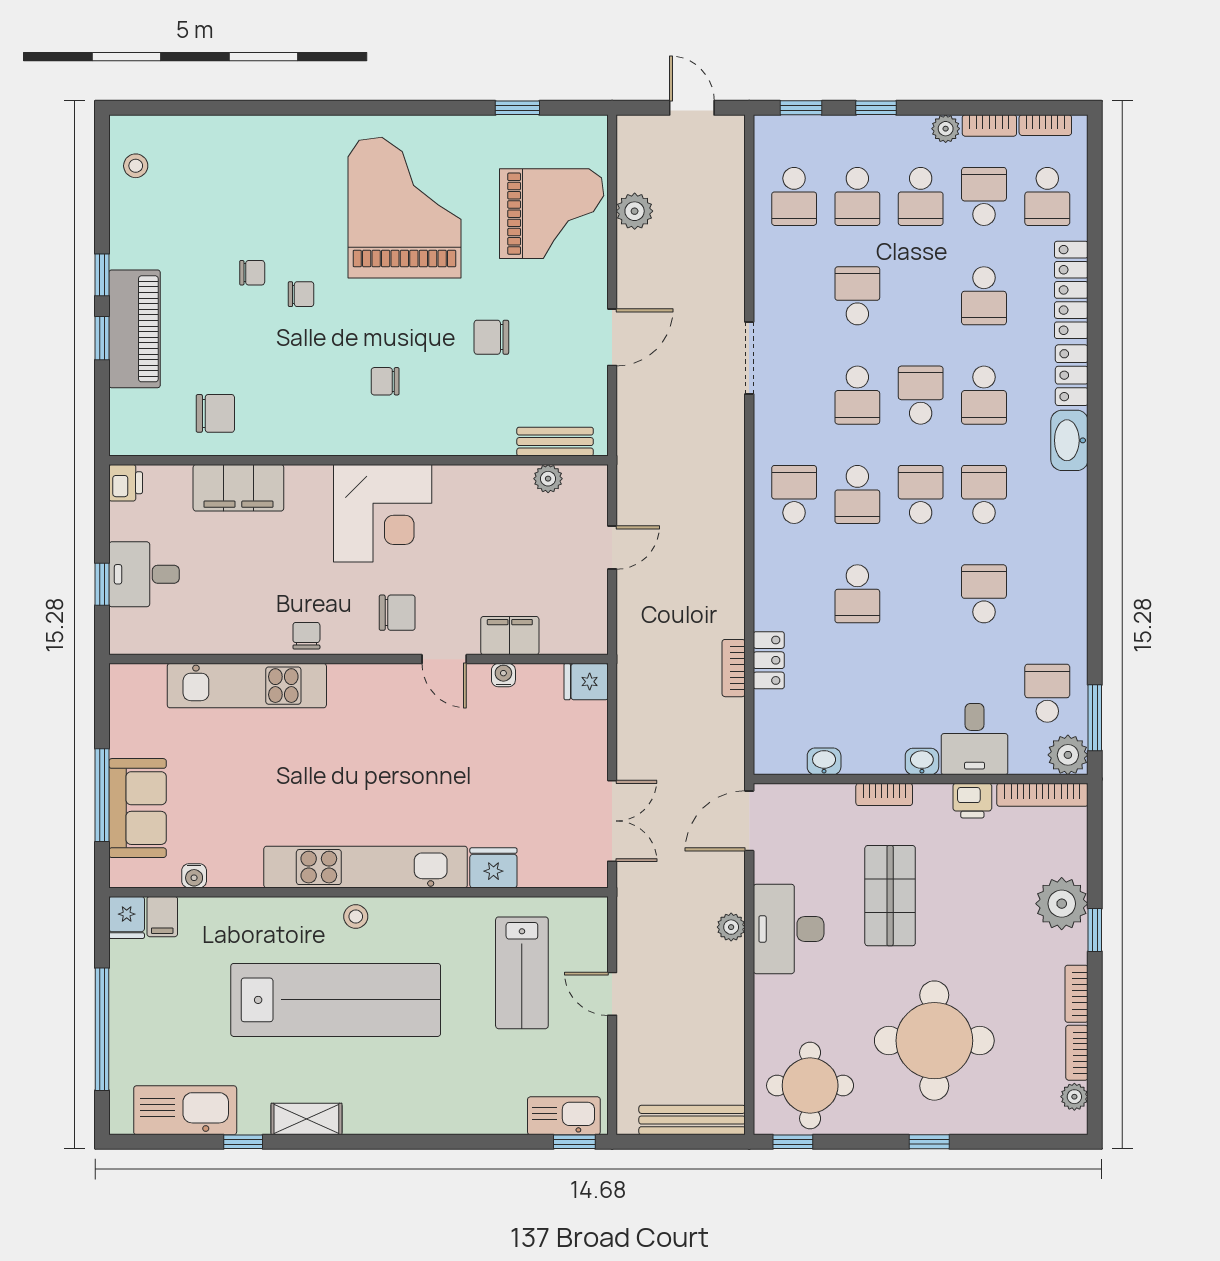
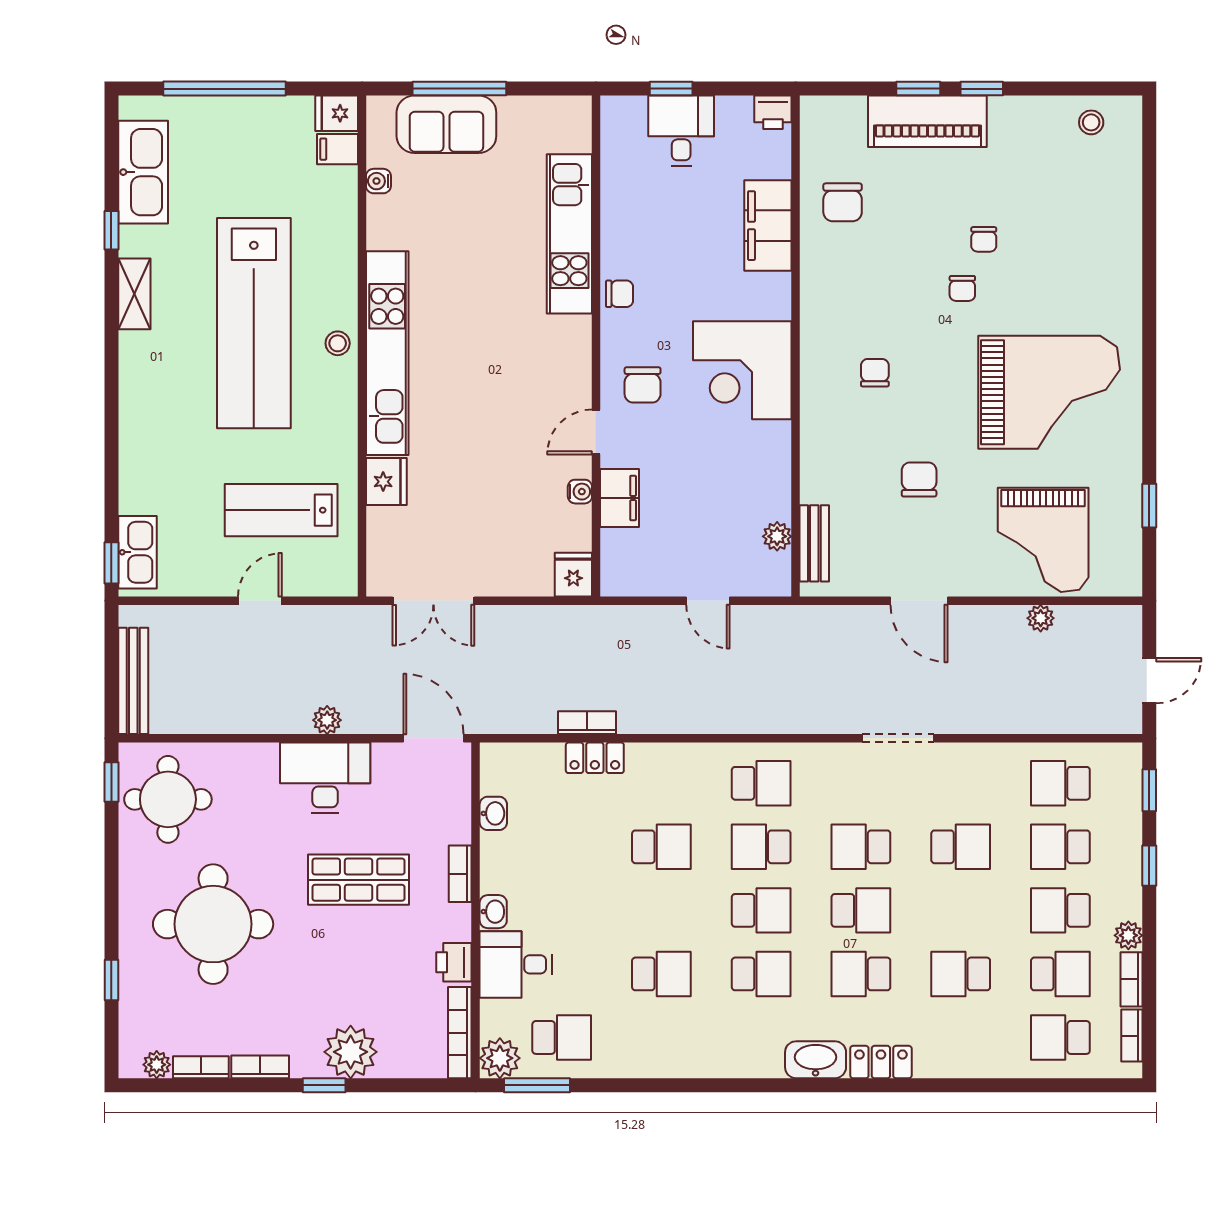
plant: (635, 211) -> (1041, 618), width x0.73, depth x0.73
locker: (1071, 290) -> (967, 1062), removed
school desk: (857, 594) -> (661, 847), turned 180
window: (929, 1142) -> (111, 980), moved

